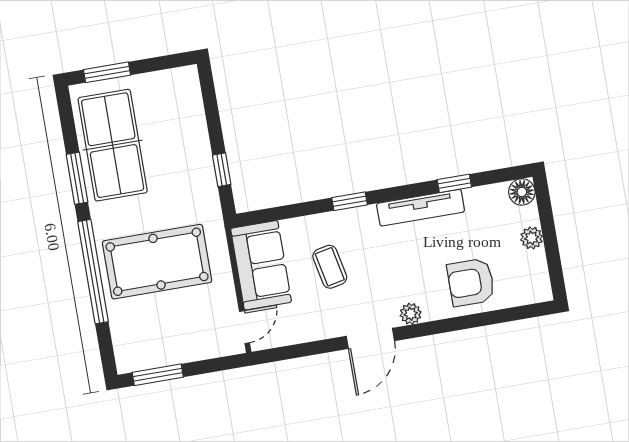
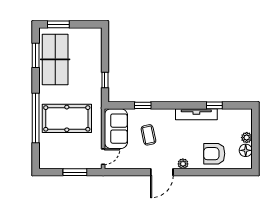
window: (77, 178) -> (36, 55), moved
floor lamp: (522, 192) -> (246, 150), moved
window: (349, 201) -> (143, 105), moved
window: (158, 375) -> (75, 172), moved

